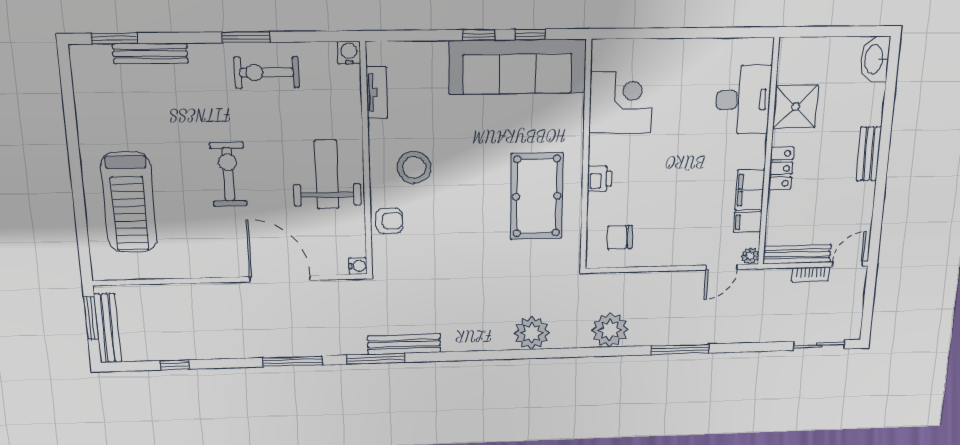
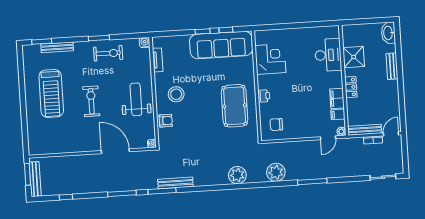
exercise bike: (267, 72) -> (108, 53), turned 180
bench: (869, 154) -> (392, 66), moved
treadmill: (129, 203) -> (51, 93), moved

